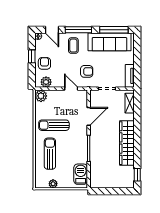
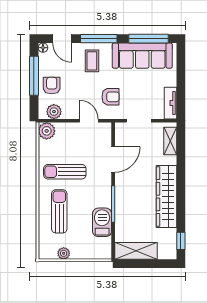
window: (32, 56) -> (34, 76), width x2.17
barbecue: (81, 174) -> (102, 222), moved
shelving: (105, 182) -> (136, 251), added

